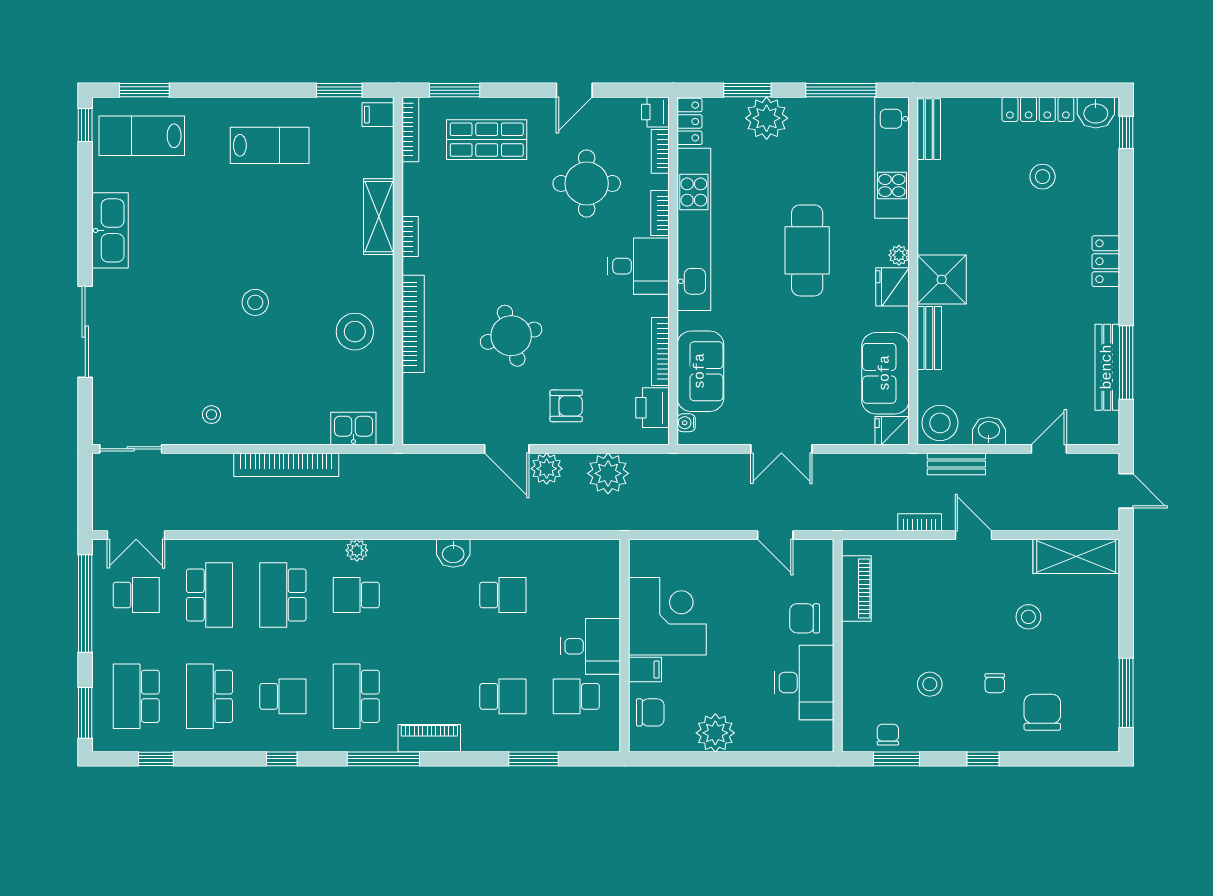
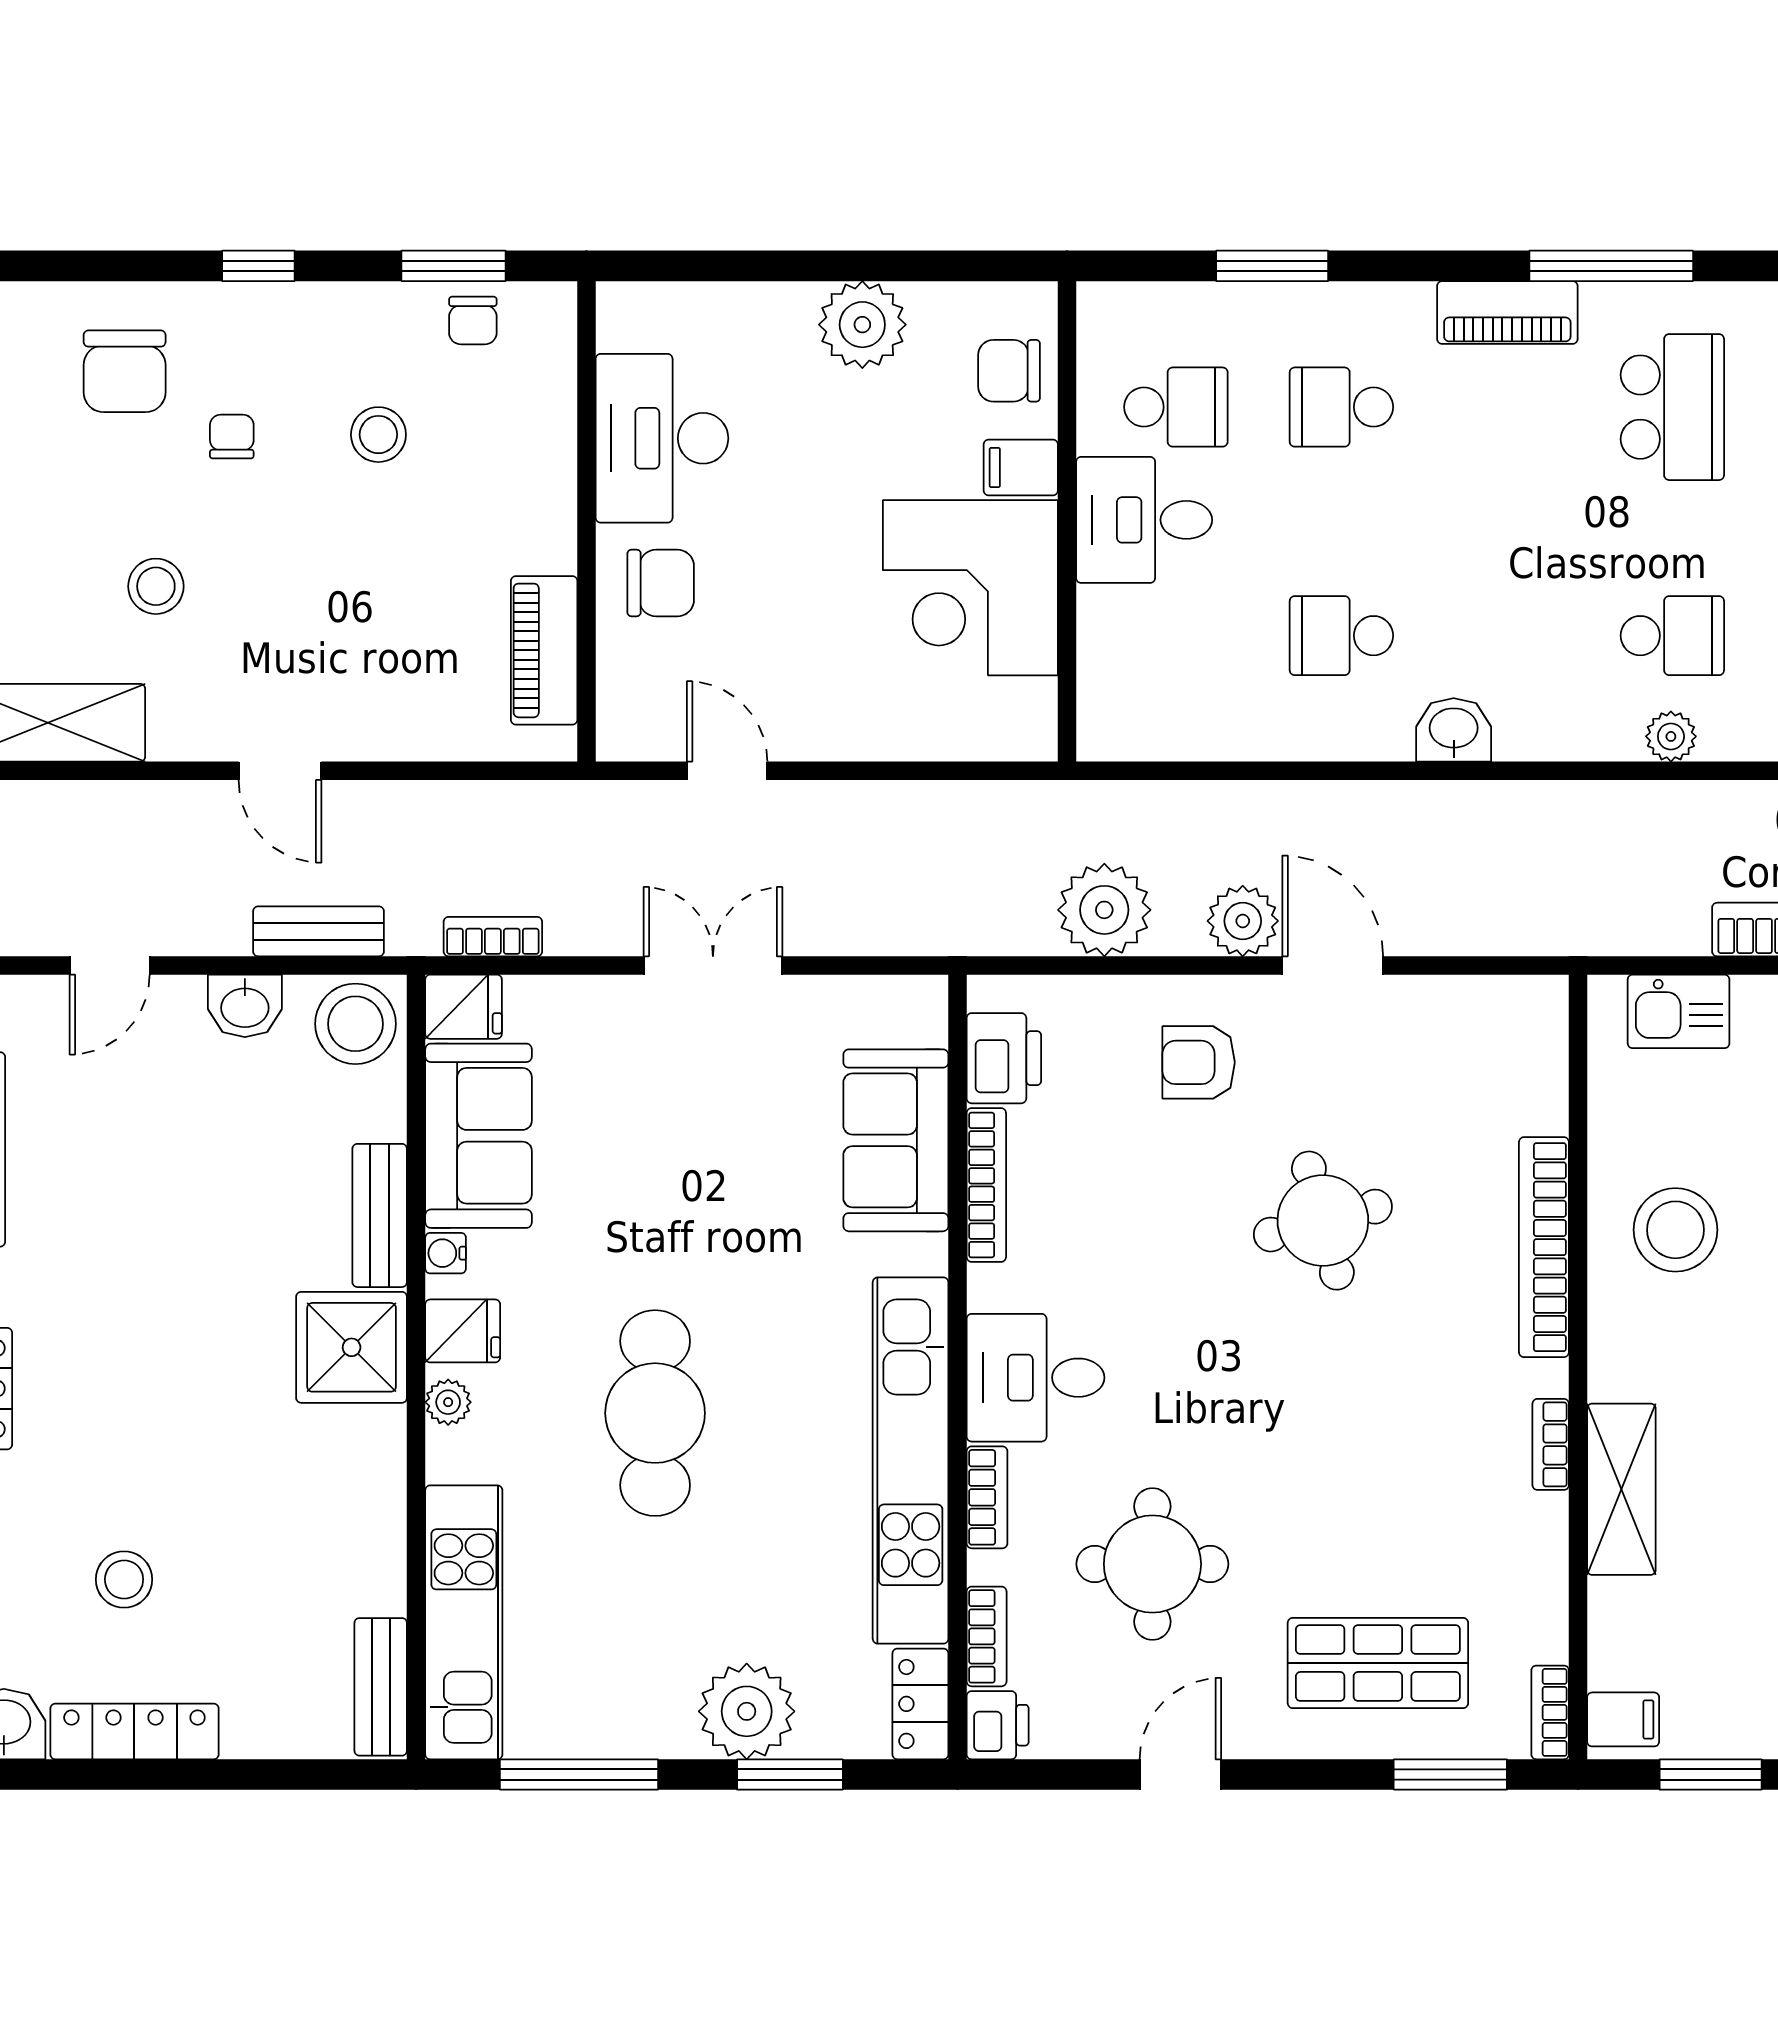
bookcase: (410, 129) -> (1550, 1712), width x0.64
fridge: (892, 287) -> (463, 1331), width x0.72
water cooler: (686, 423) -> (446, 1253), moved, turned 180
bookcase: (920, 522) -> (493, 937), moved, turned 180

